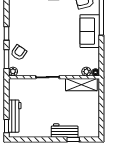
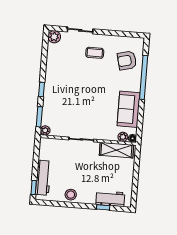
sofa: (90, 31) -> (129, 109), moved
armchair: (19, 53) -> (53, 111), removed
stool: (42, 130) -> (71, 195), added
workbench: (65, 131) -> (110, 199), moved

